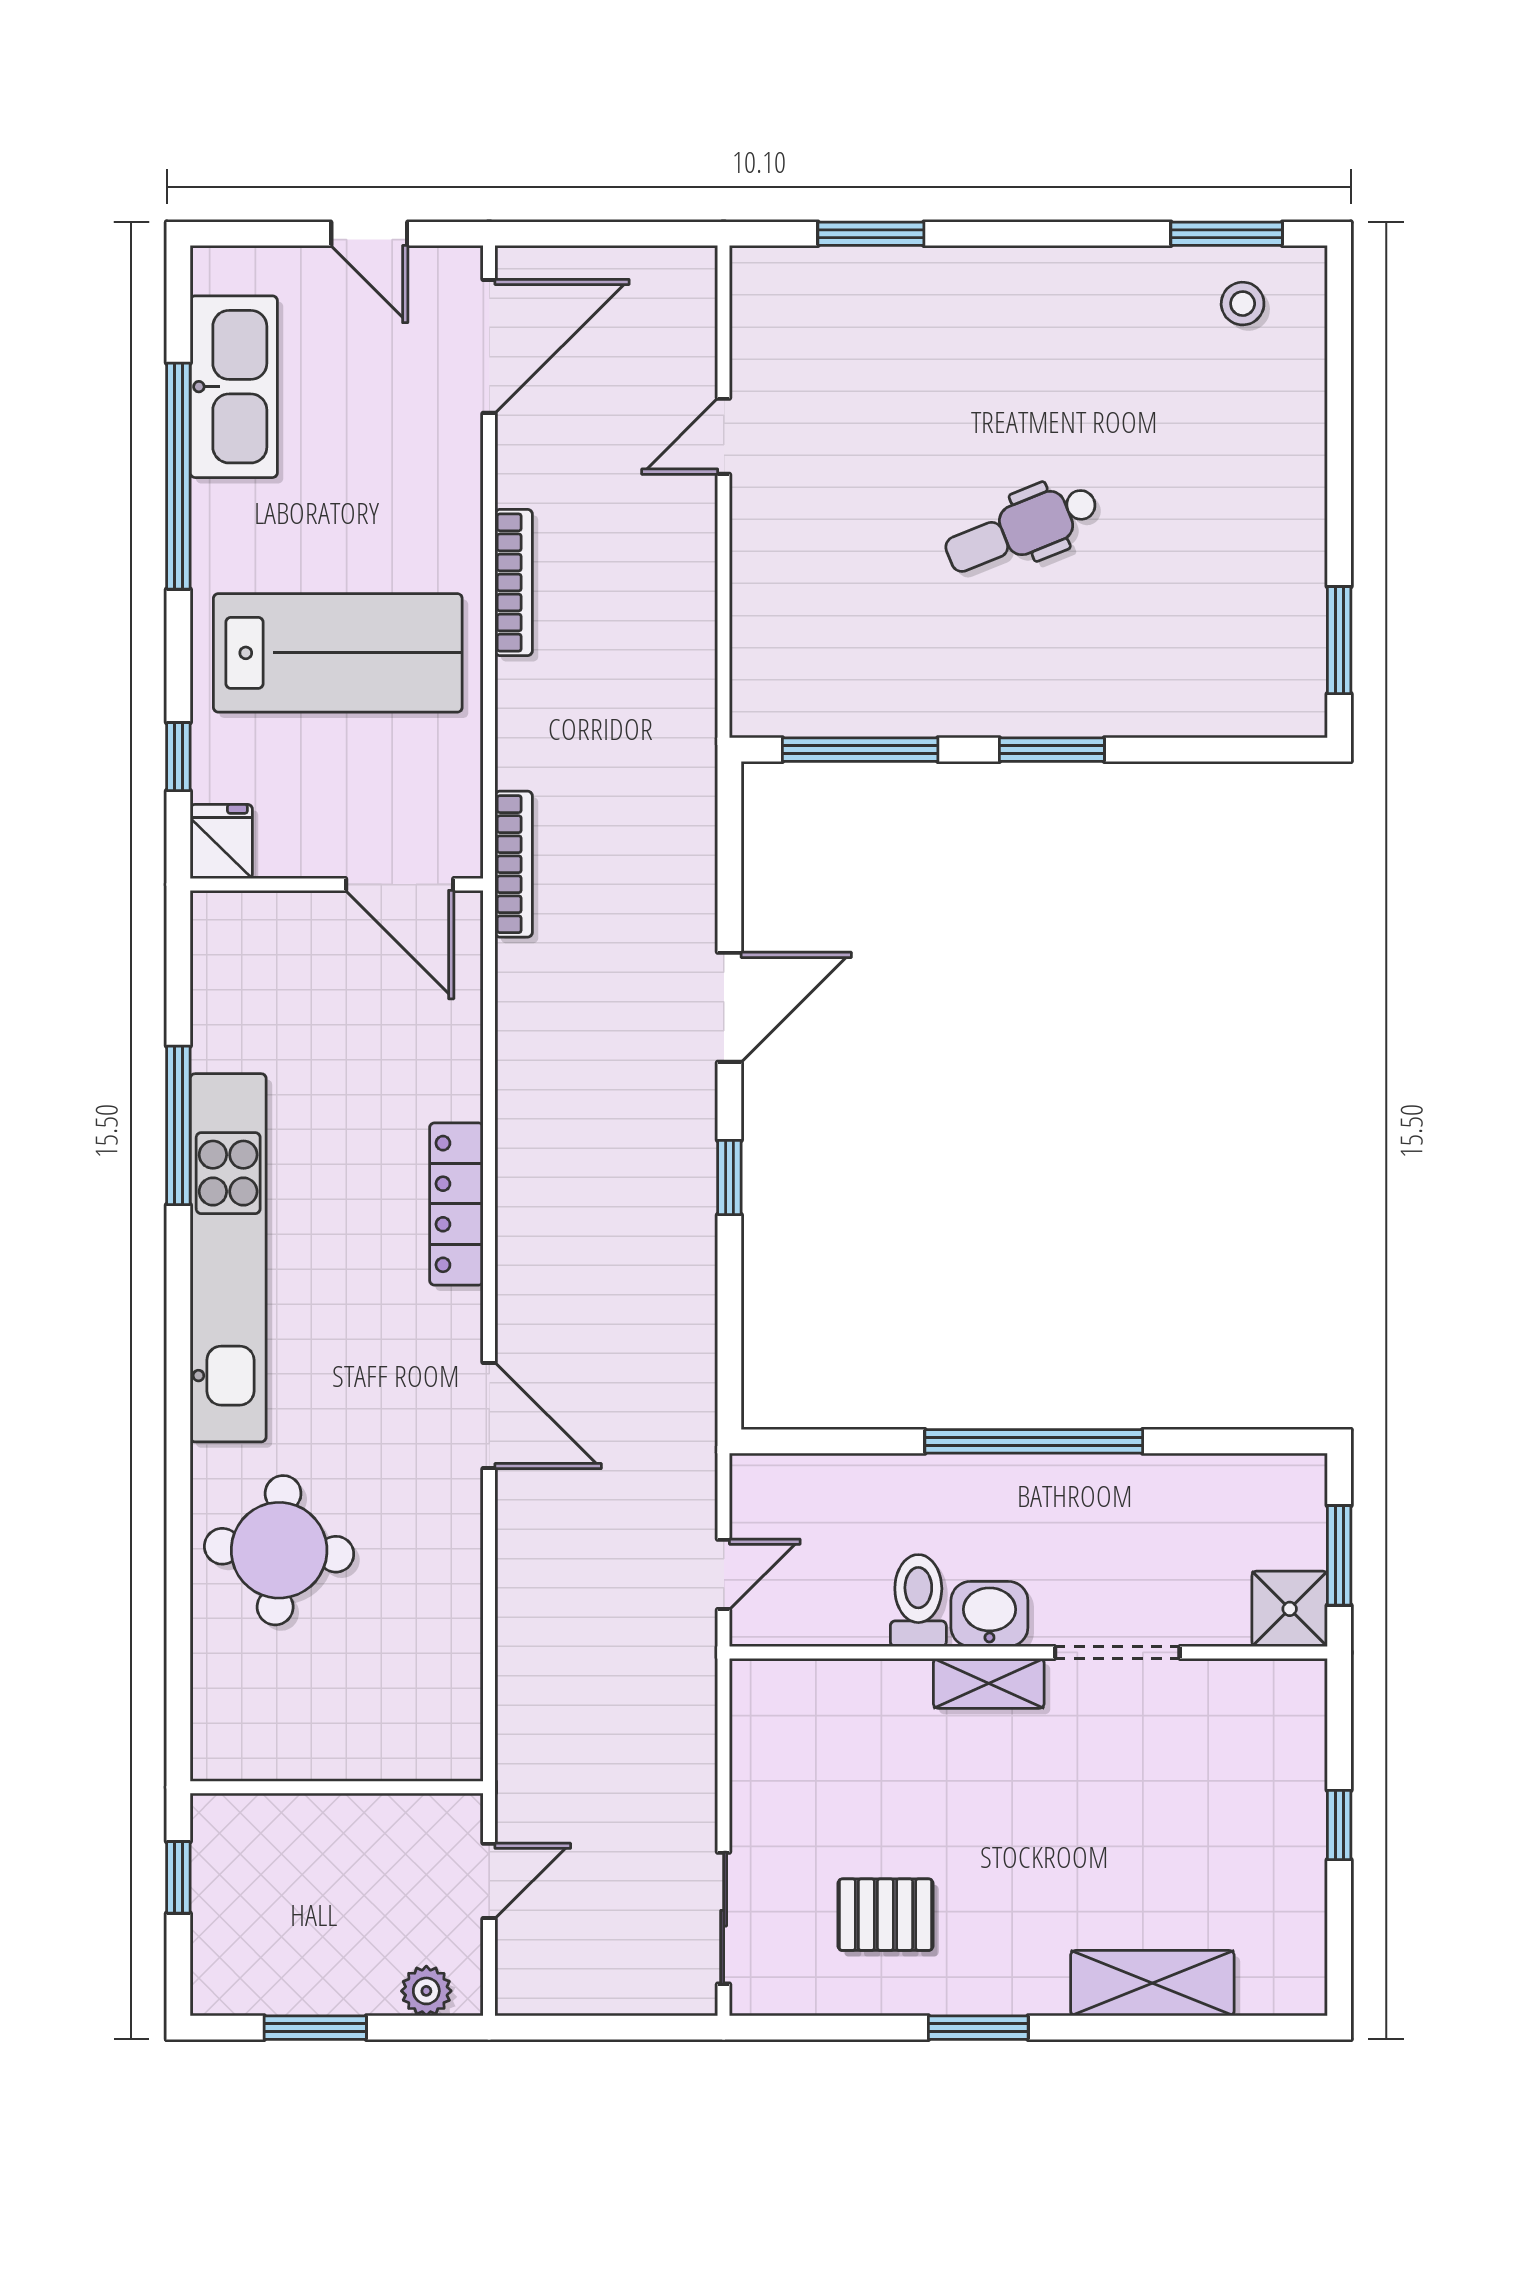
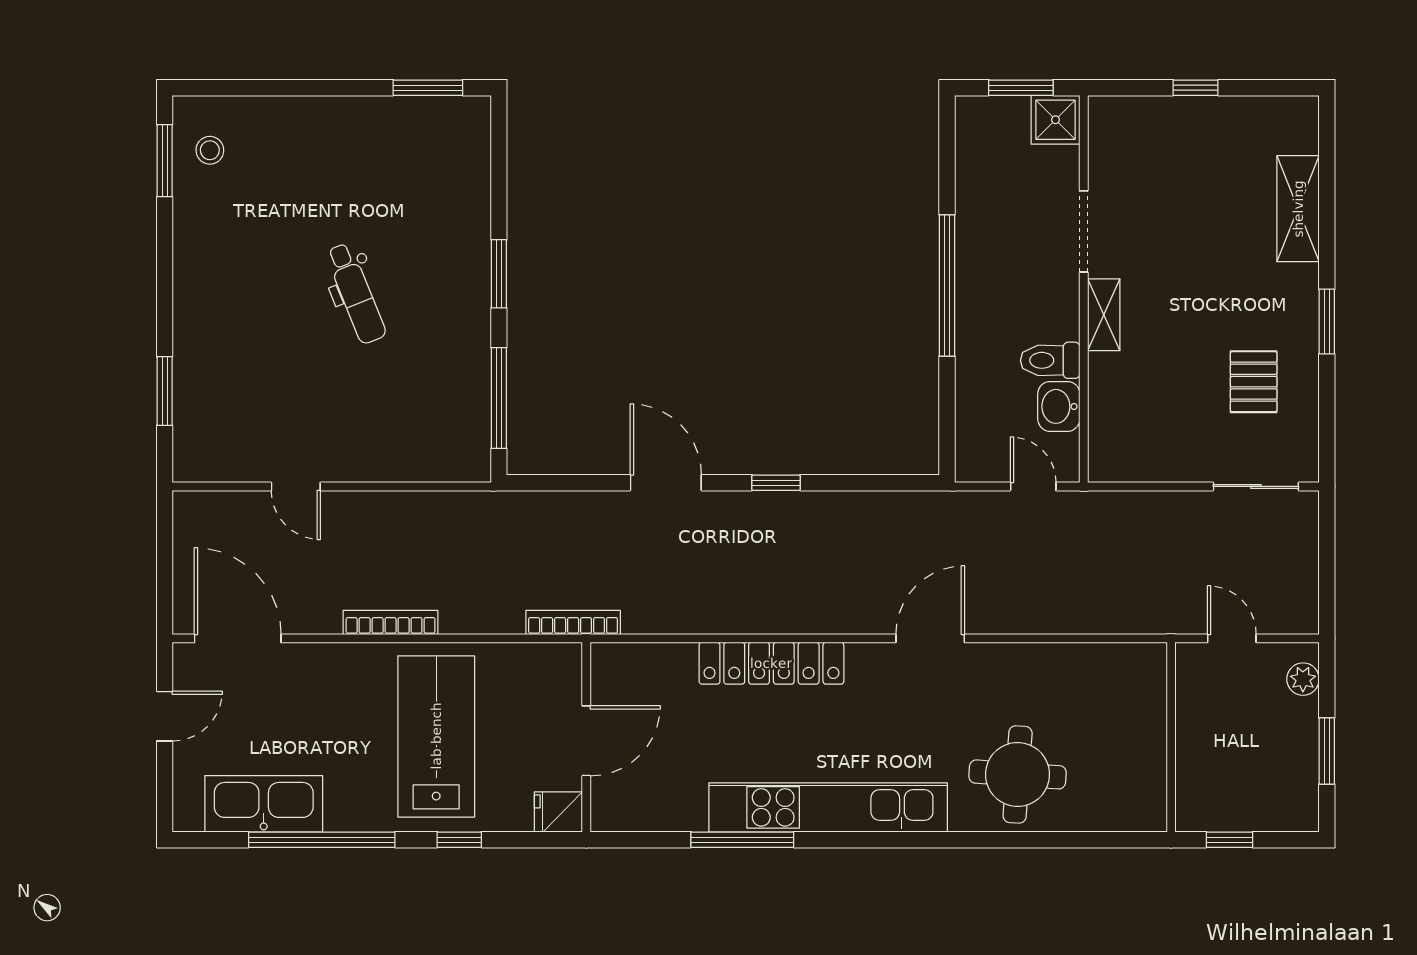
window: (178, 757) -> (459, 840), moved
door: (400, 884) -> (586, 741), moved
locker: (456, 1204) -> (771, 663), width x1.41, depth x1.21
washbasin: (989, 1614) -> (1059, 406), moved

